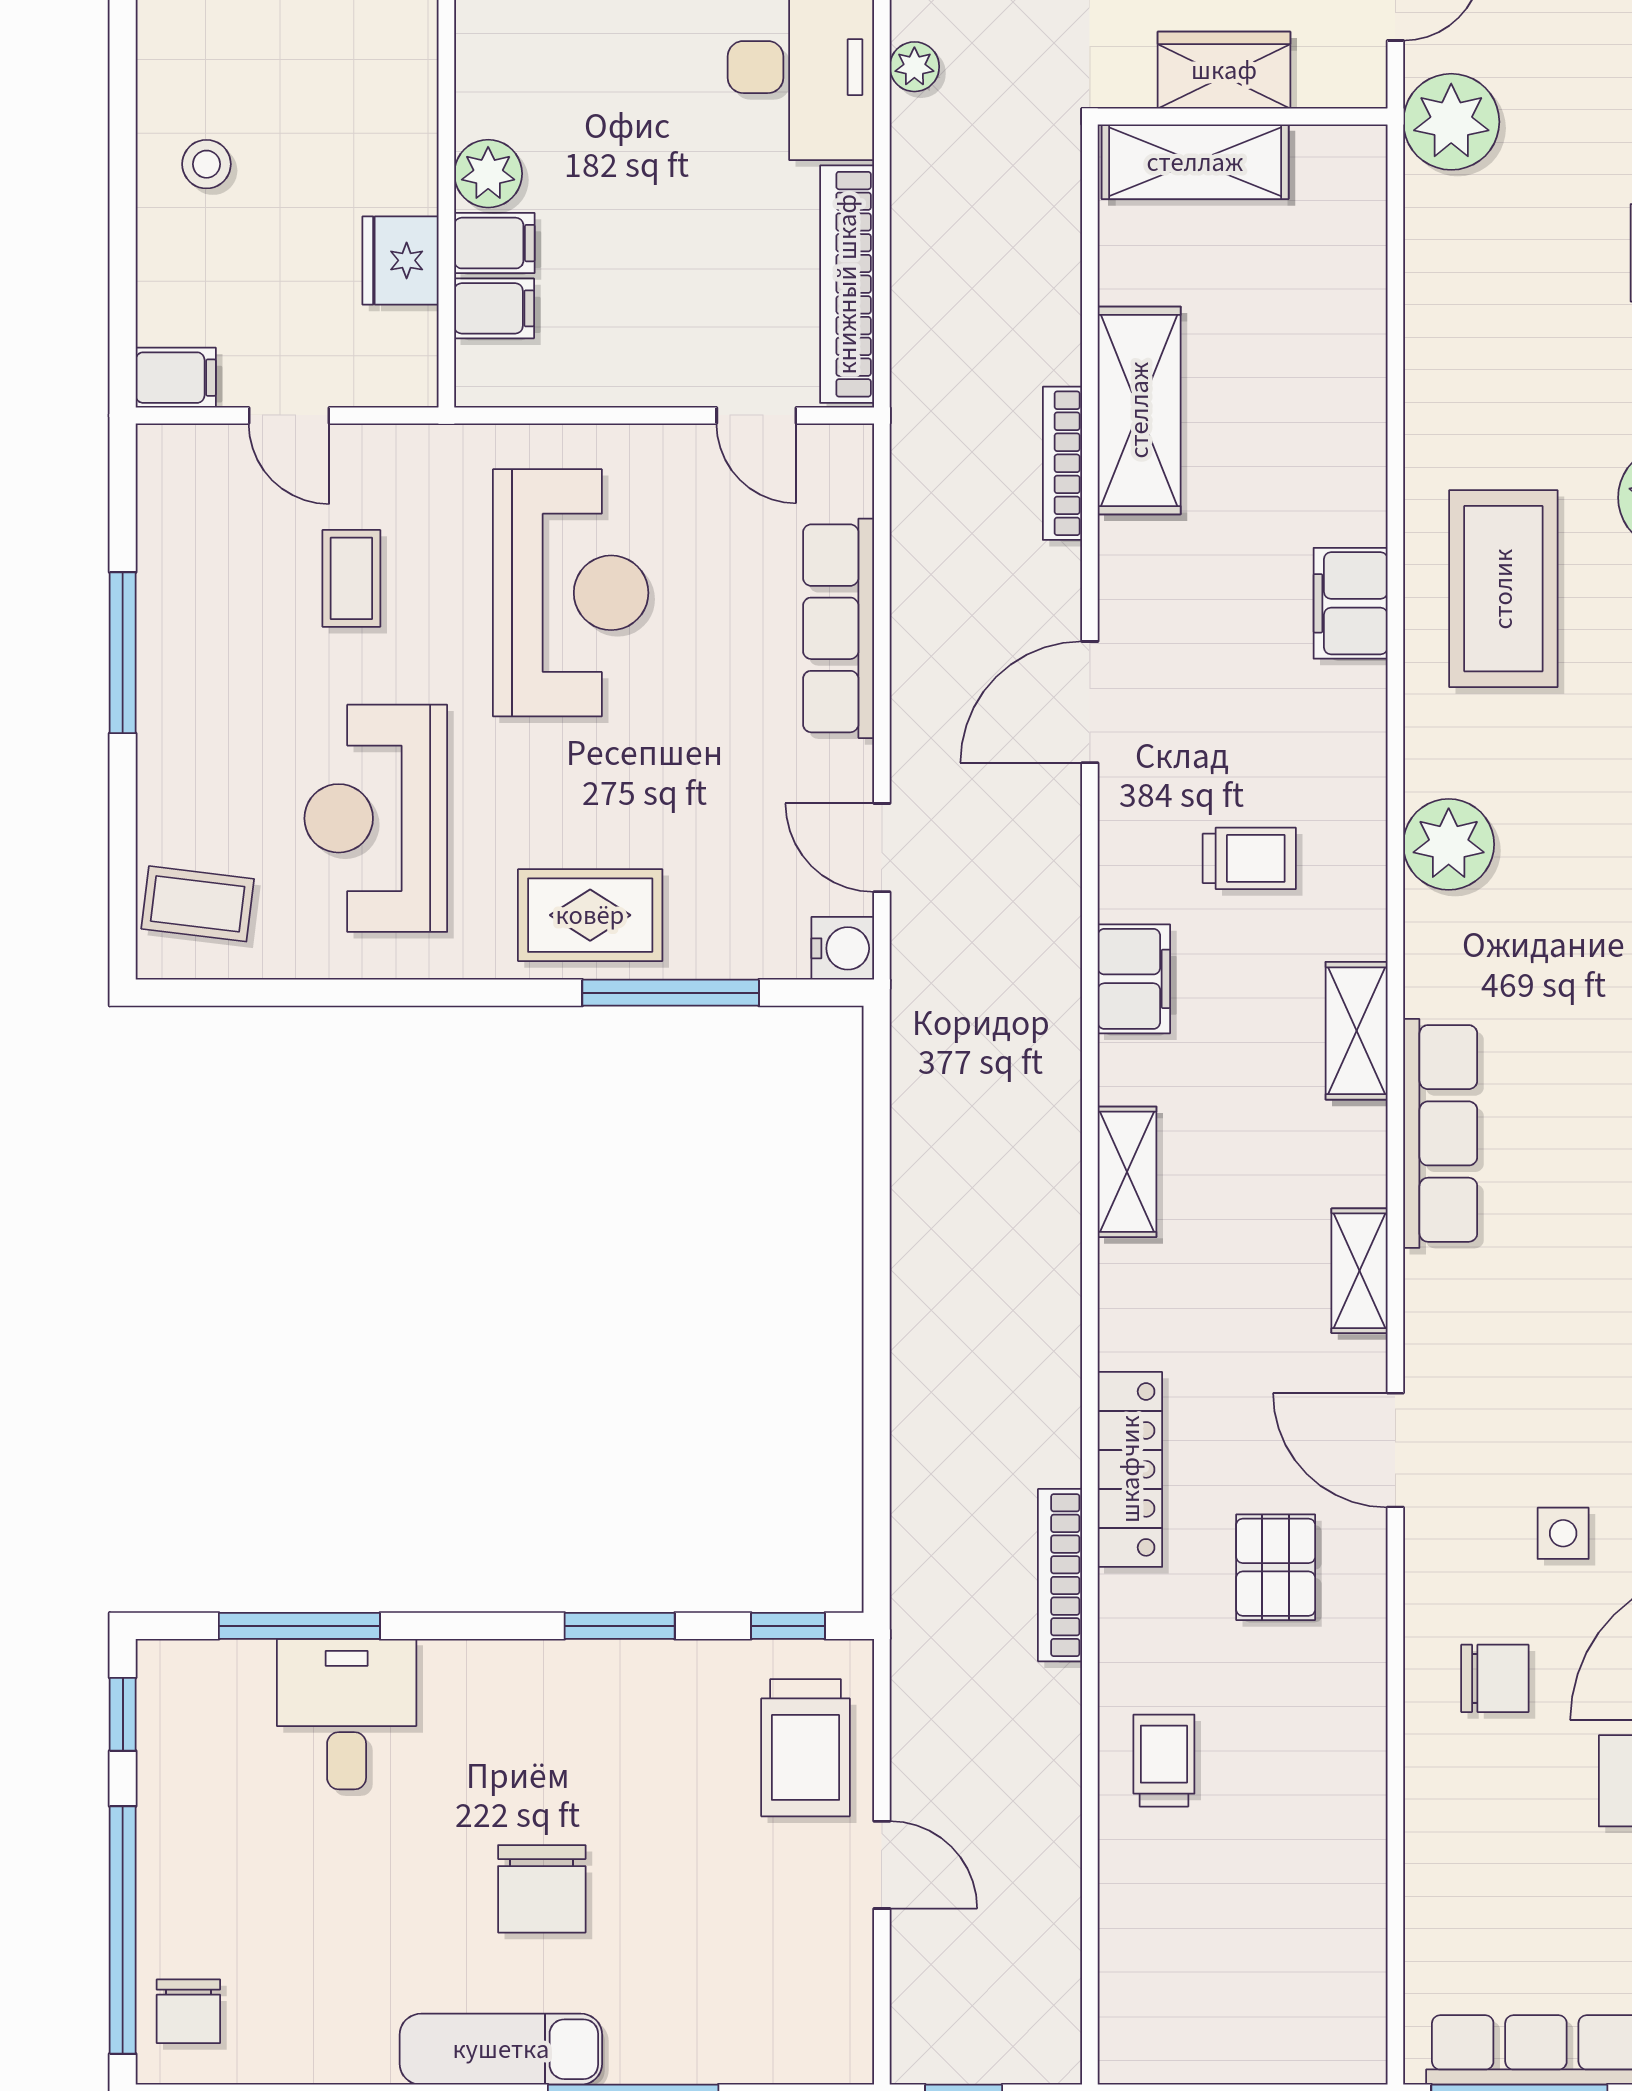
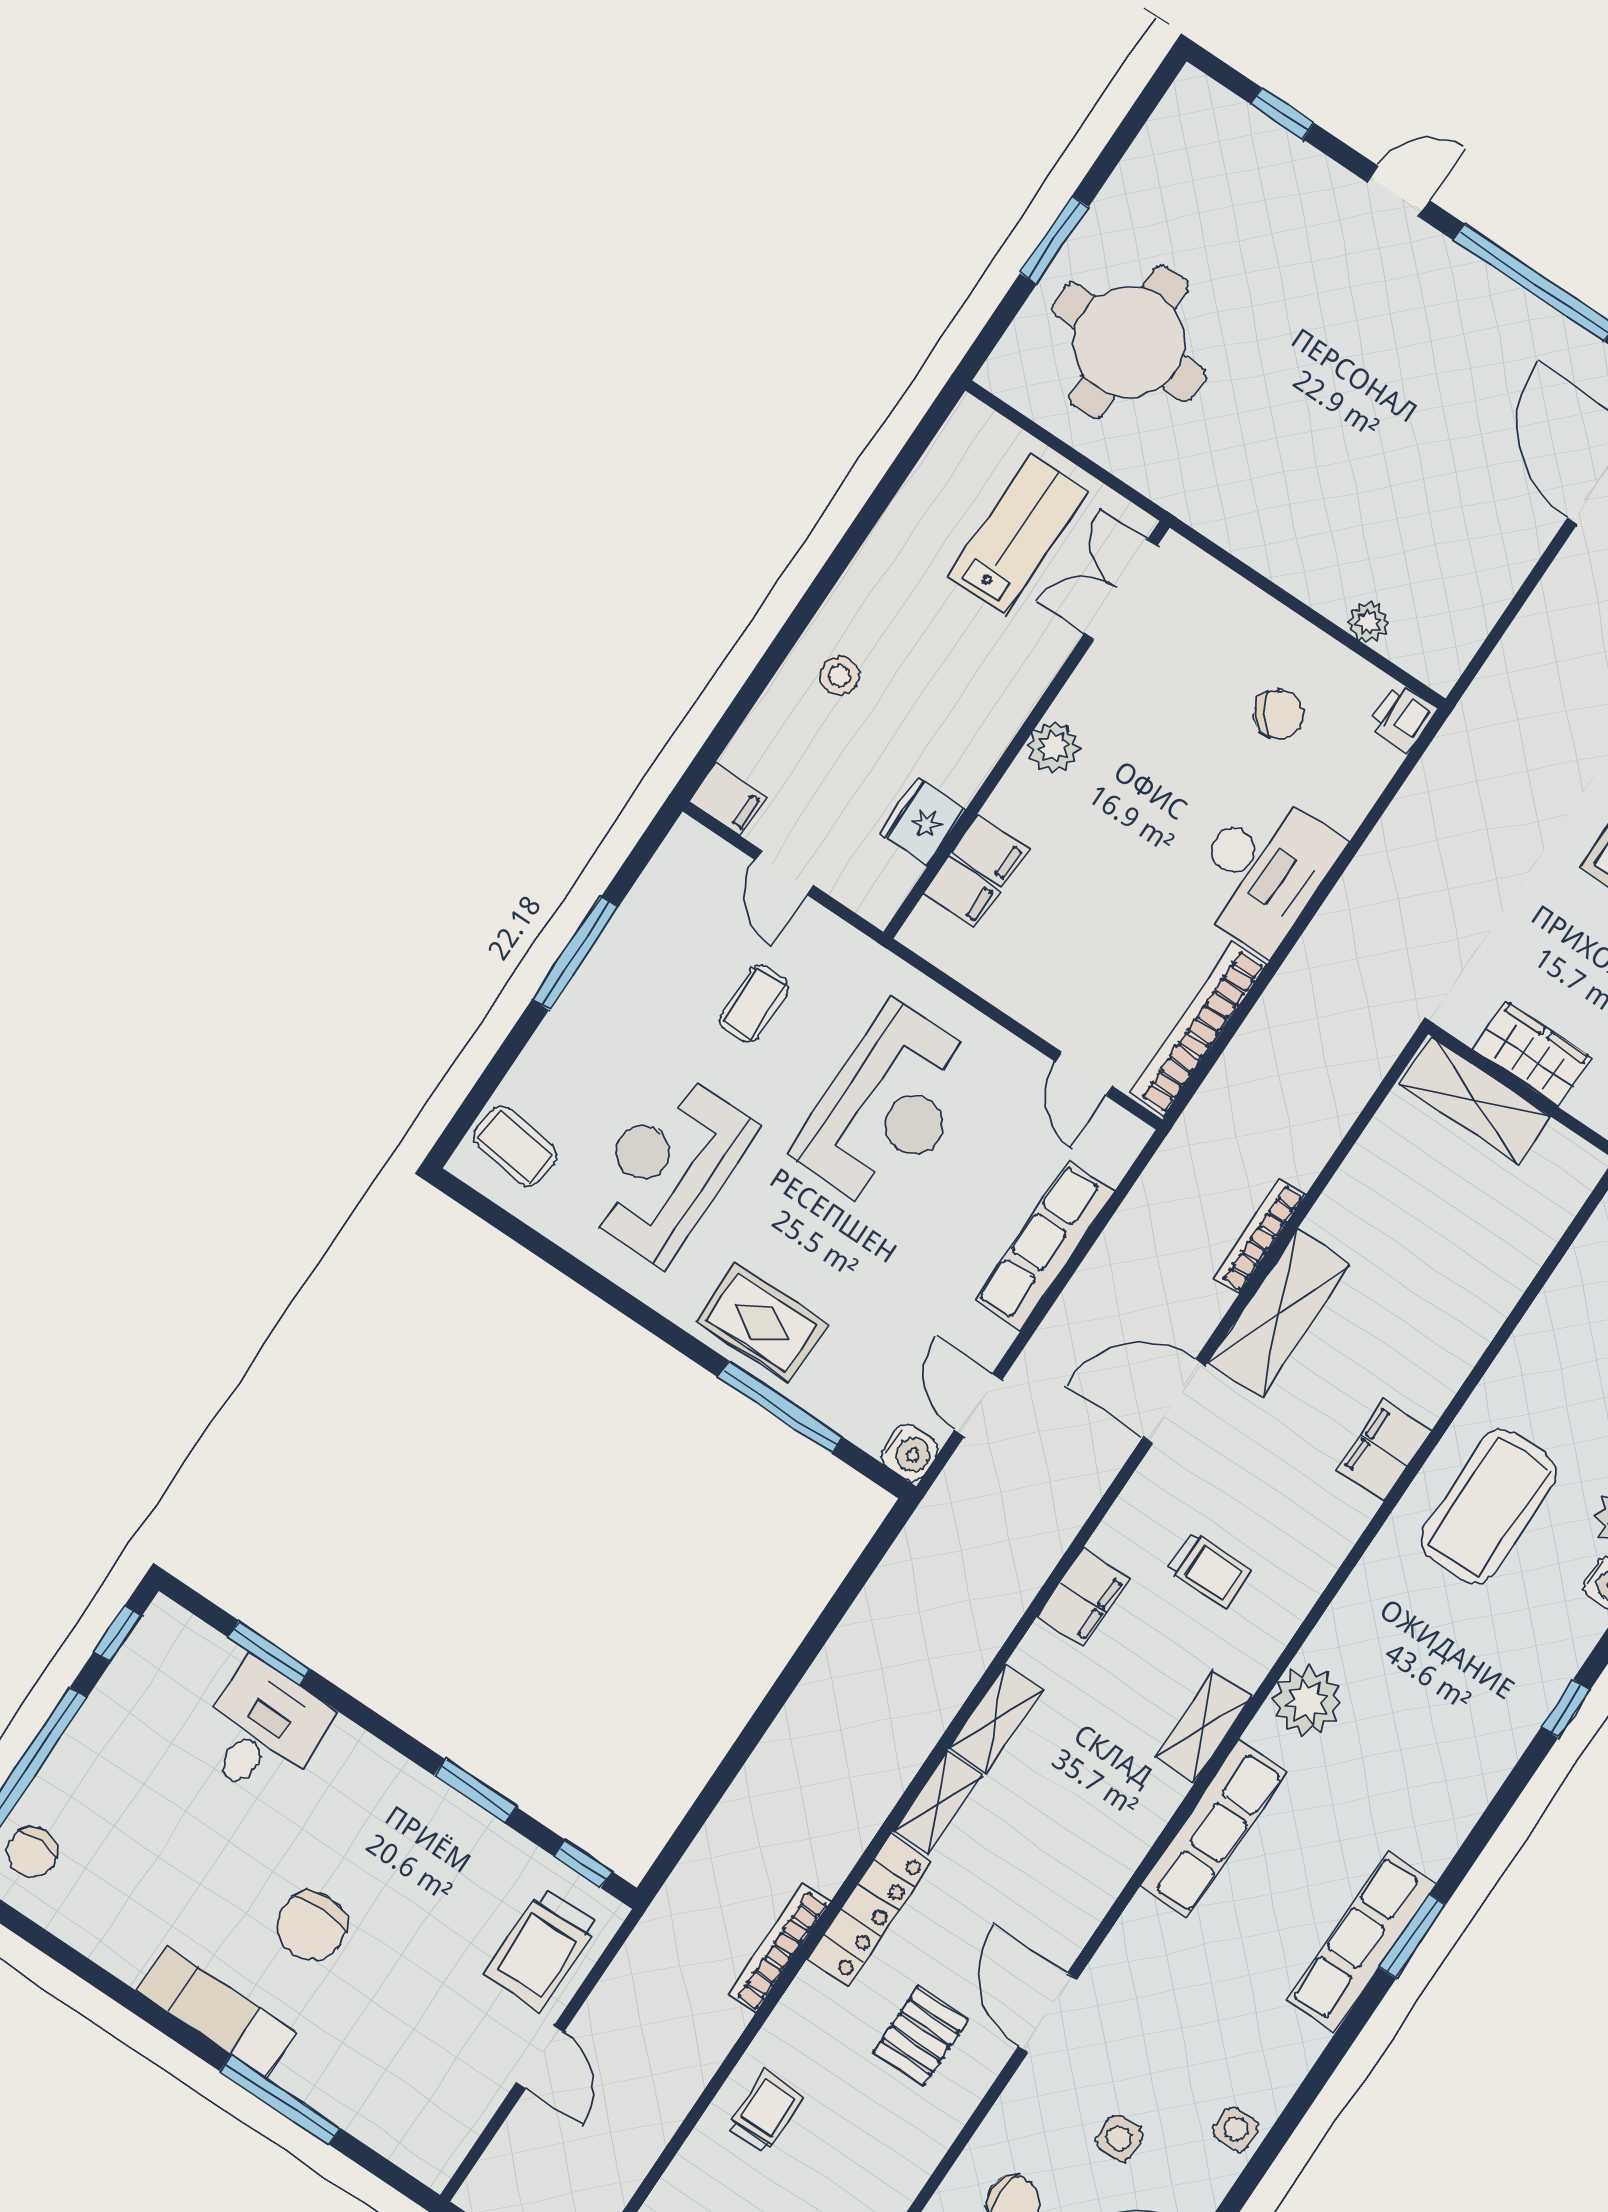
plant: (914, 67) -> (1336, 918), removed
plant: (488, 174) -> (1054, 747), moved
shelving: (1139, 410) -> (1279, 1314), moved
plant: (1449, 844) -> (1307, 1701), moved
shelving: (1360, 1271) -> (938, 1803), moved
window: (299, 1626) -> (269, 1653), width x0.69

